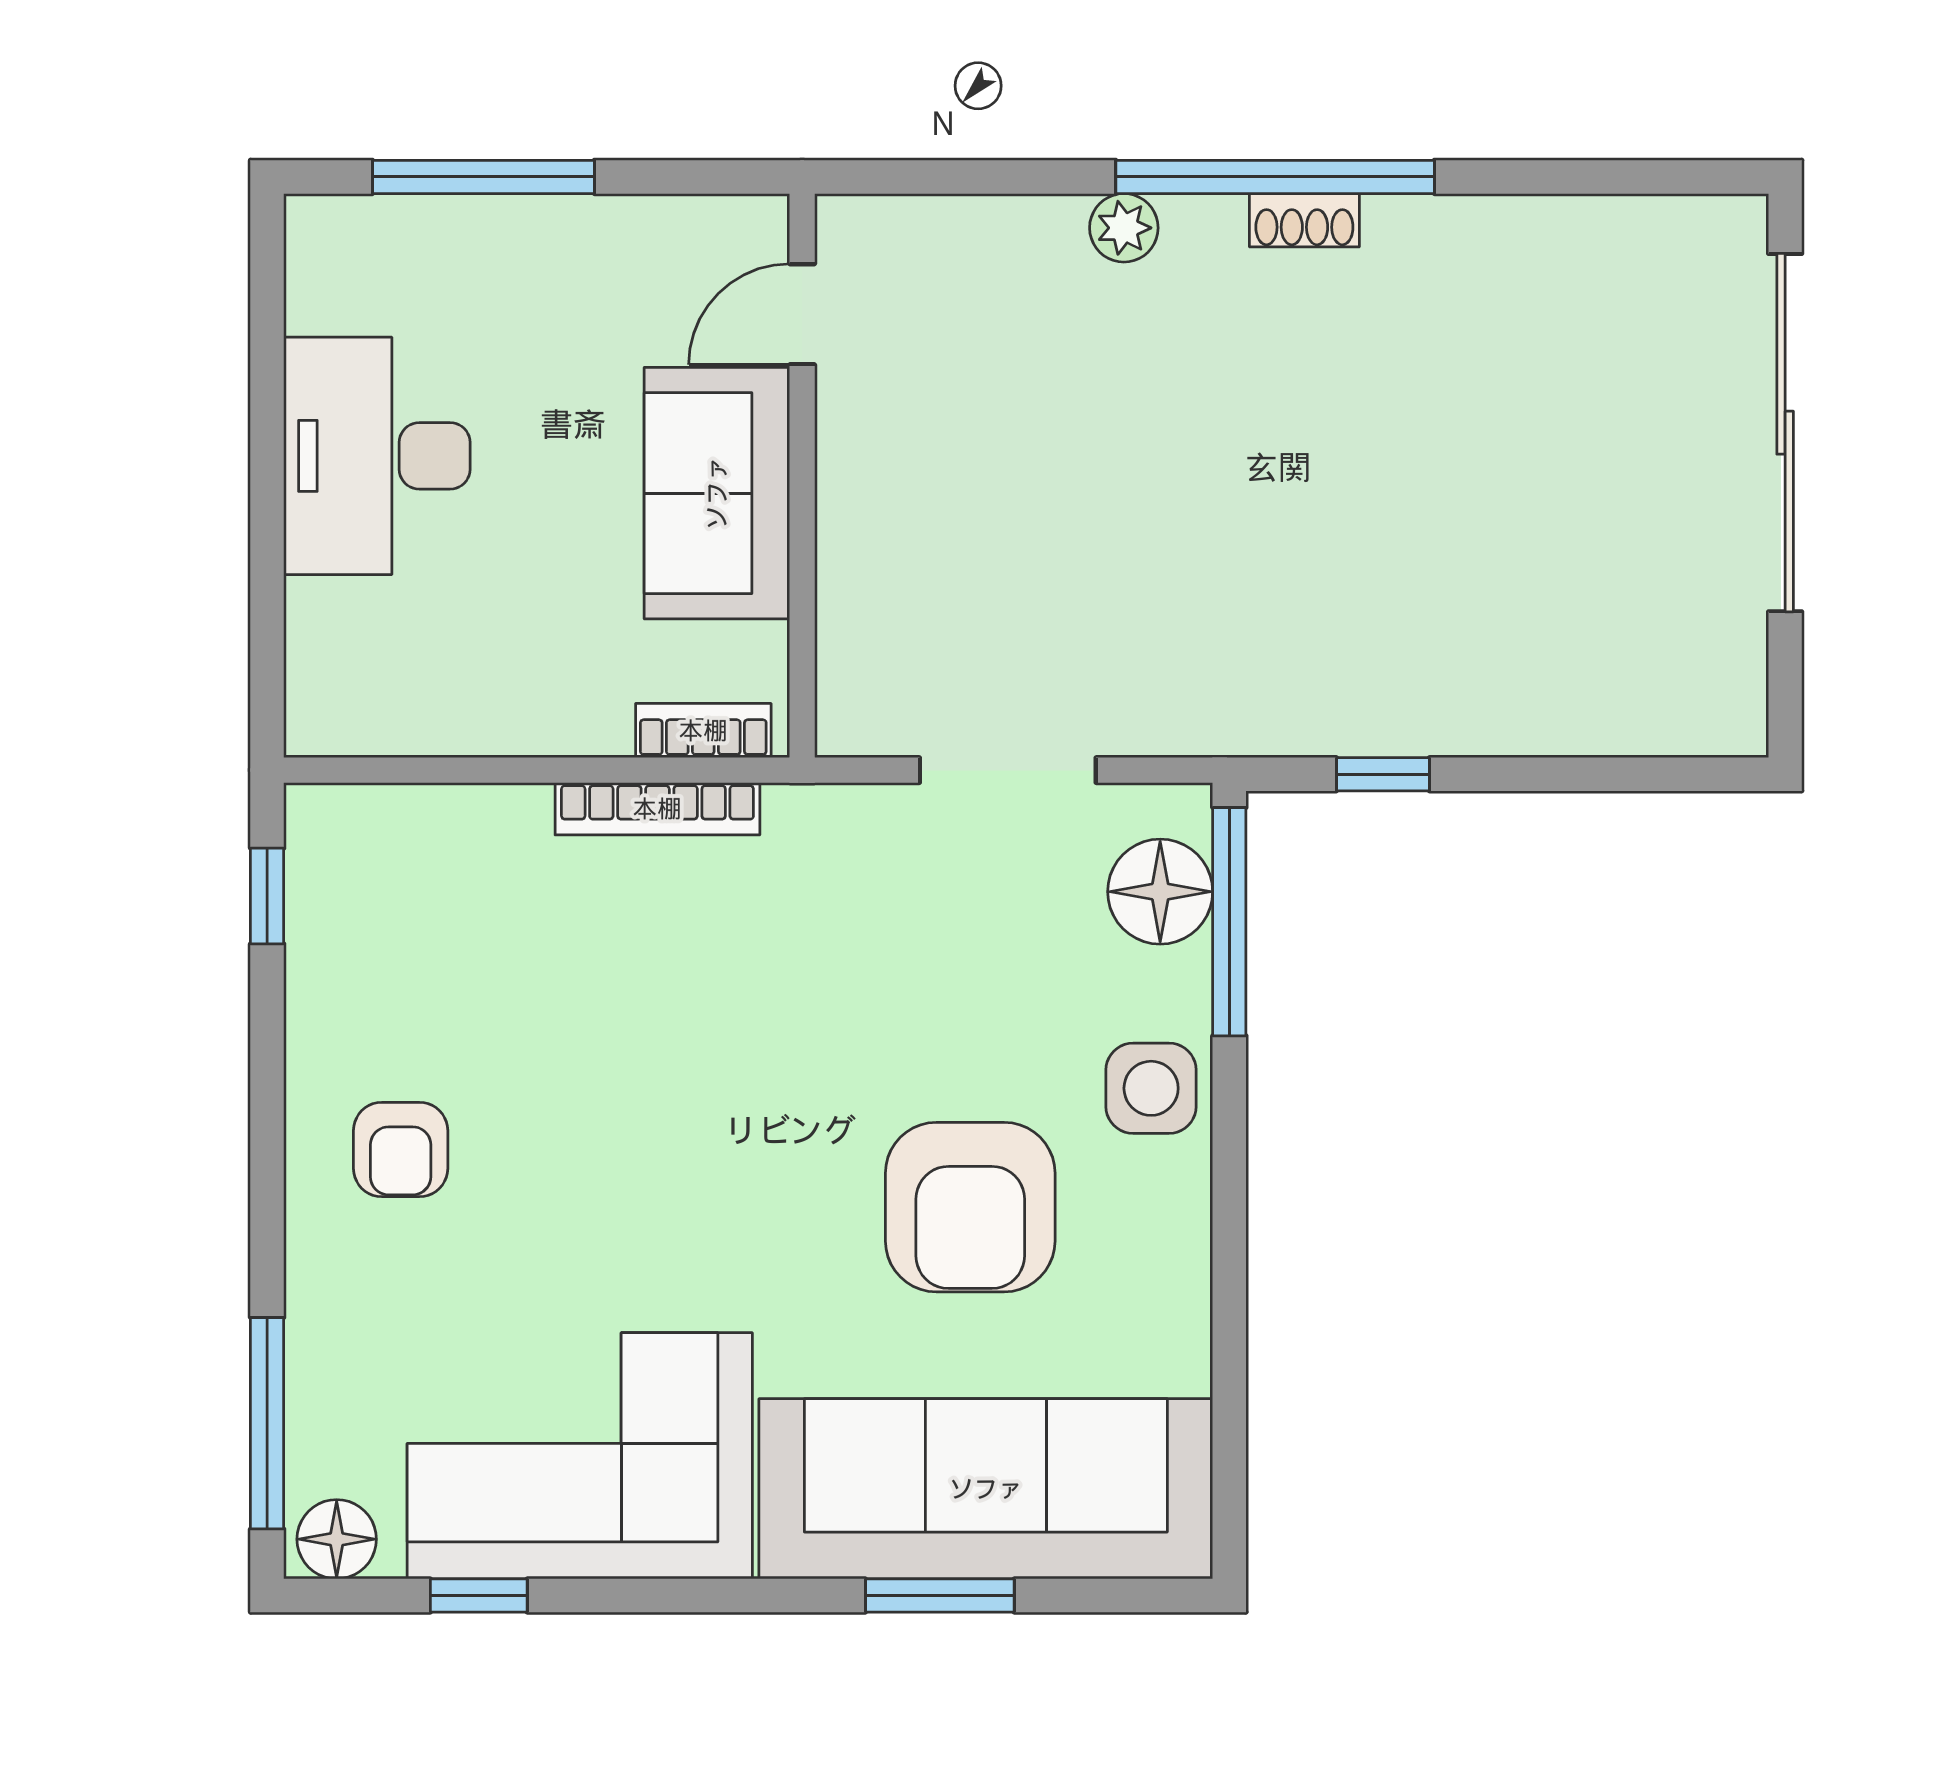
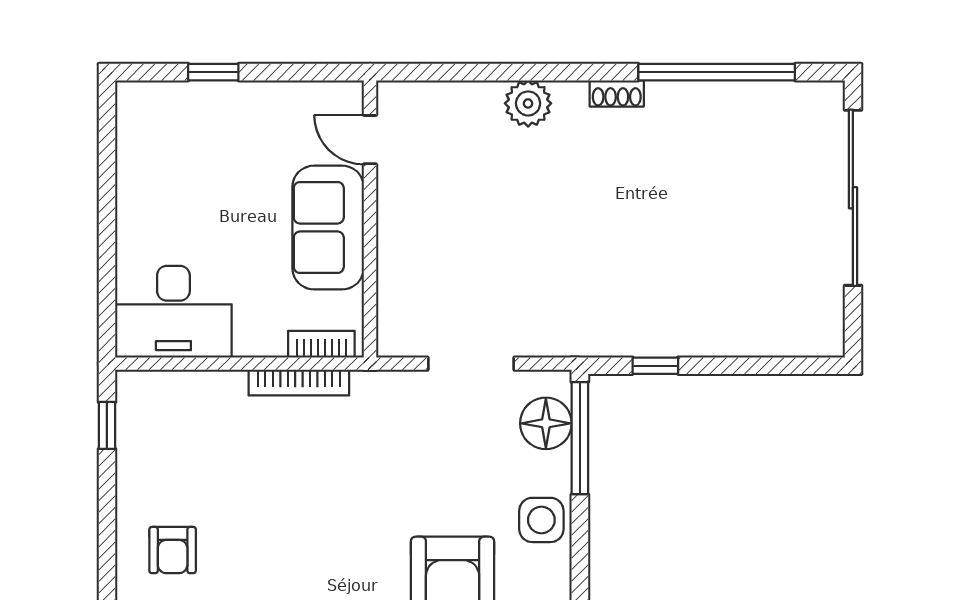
window: (483, 177) -> (213, 72), width x0.46
window: (1275, 177) -> (717, 72), moved
plant: (1124, 228) -> (528, 103), width x1.38, depth x1.38
door: (802, 314) -> (370, 140), hinge flipped
desk: (377, 456) -> (173, 312), moved, turned -90

